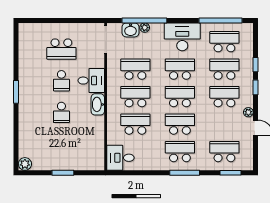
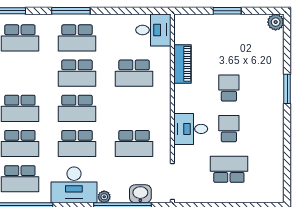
plant: (145, 28) -> (104, 197), moved
window: (16, 92) -> (287, 89), moved
school desk: (135, 97) -> (134, 108), removed
washbasin: (98, 104) -> (182, 98), removed
piano: (98, 131) -> (183, 64), added

